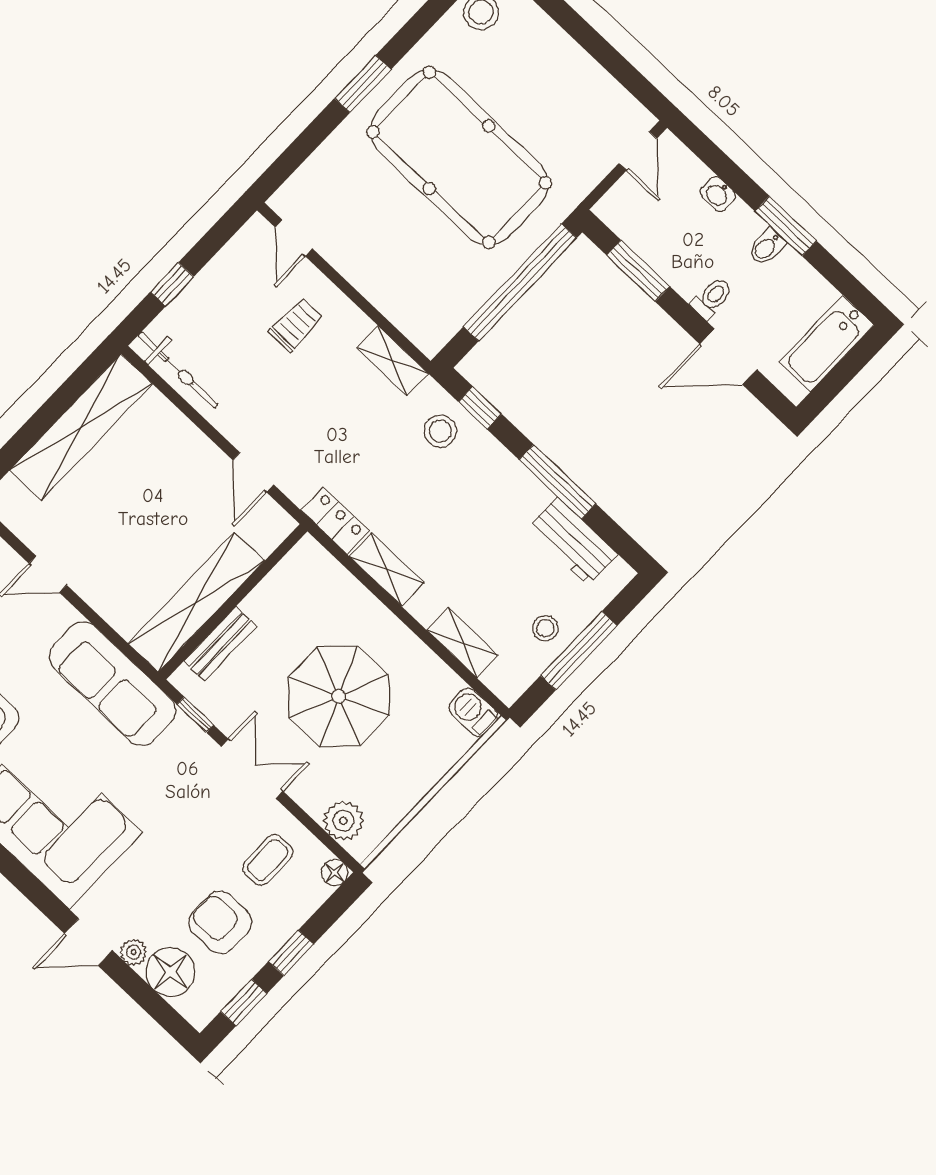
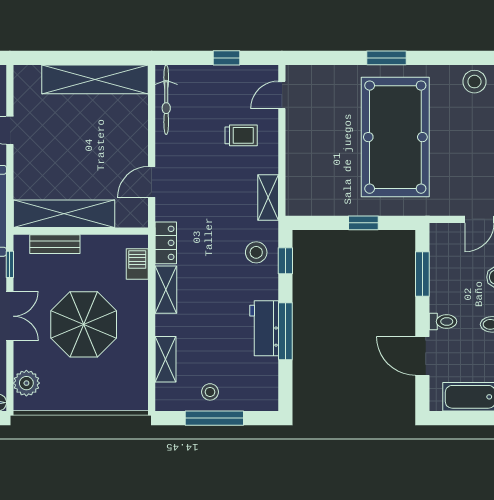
window: (520, 282) -> (363, 223), width x0.32
window: (172, 284) -> (226, 58), moved
workbench: (573, 541) -> (264, 328), moved
barbecue: (473, 712) -> (137, 264), moved

